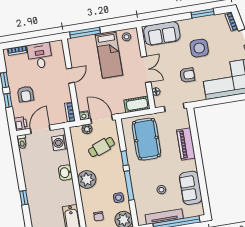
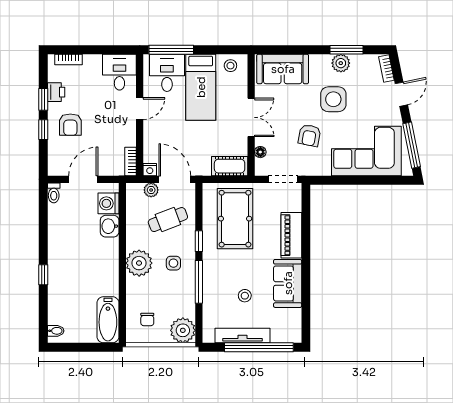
plant: (200, 23) -> (341, 63), added
desk: (85, 49) -> (167, 73), added
desk: (40, 56) -> (119, 72), moved
armchair: (187, 75) -> (309, 135), turned 101
printer: (21, 124) -> (56, 92), moved
washbasin: (65, 173) -> (110, 226), moved
sofa: (191, 188) -> (288, 283), moved
side table: (119, 198) -> (173, 263), moved

